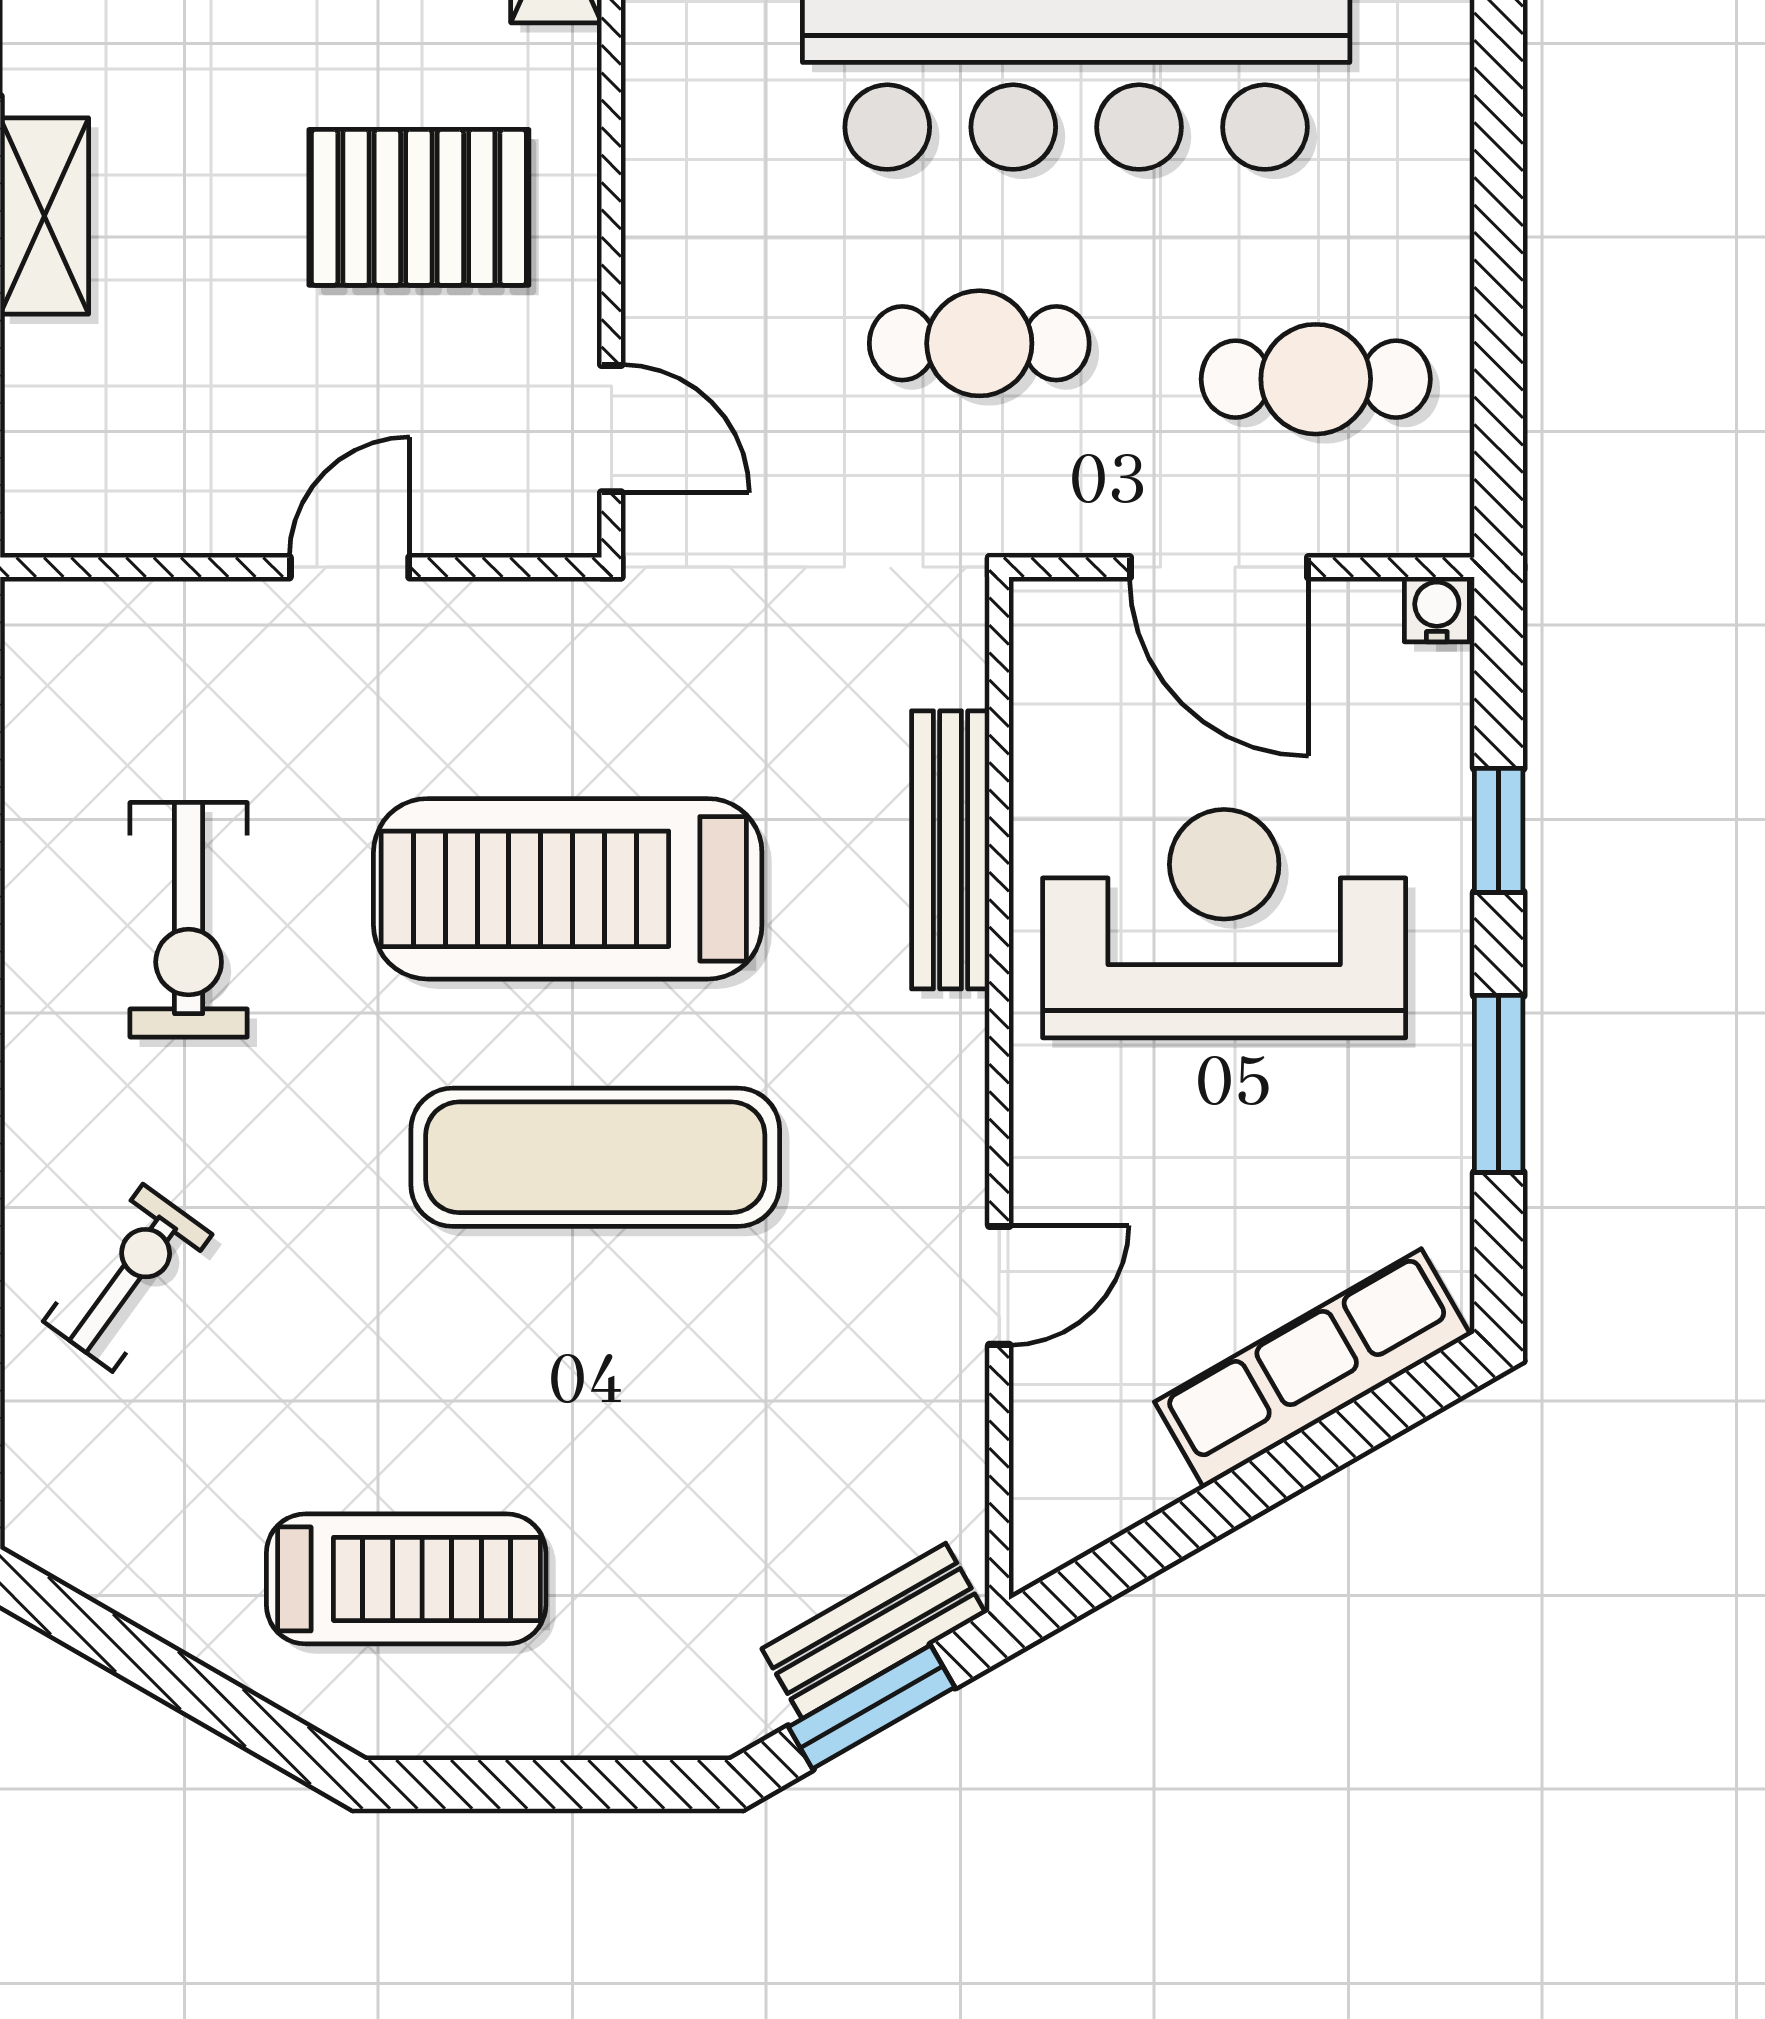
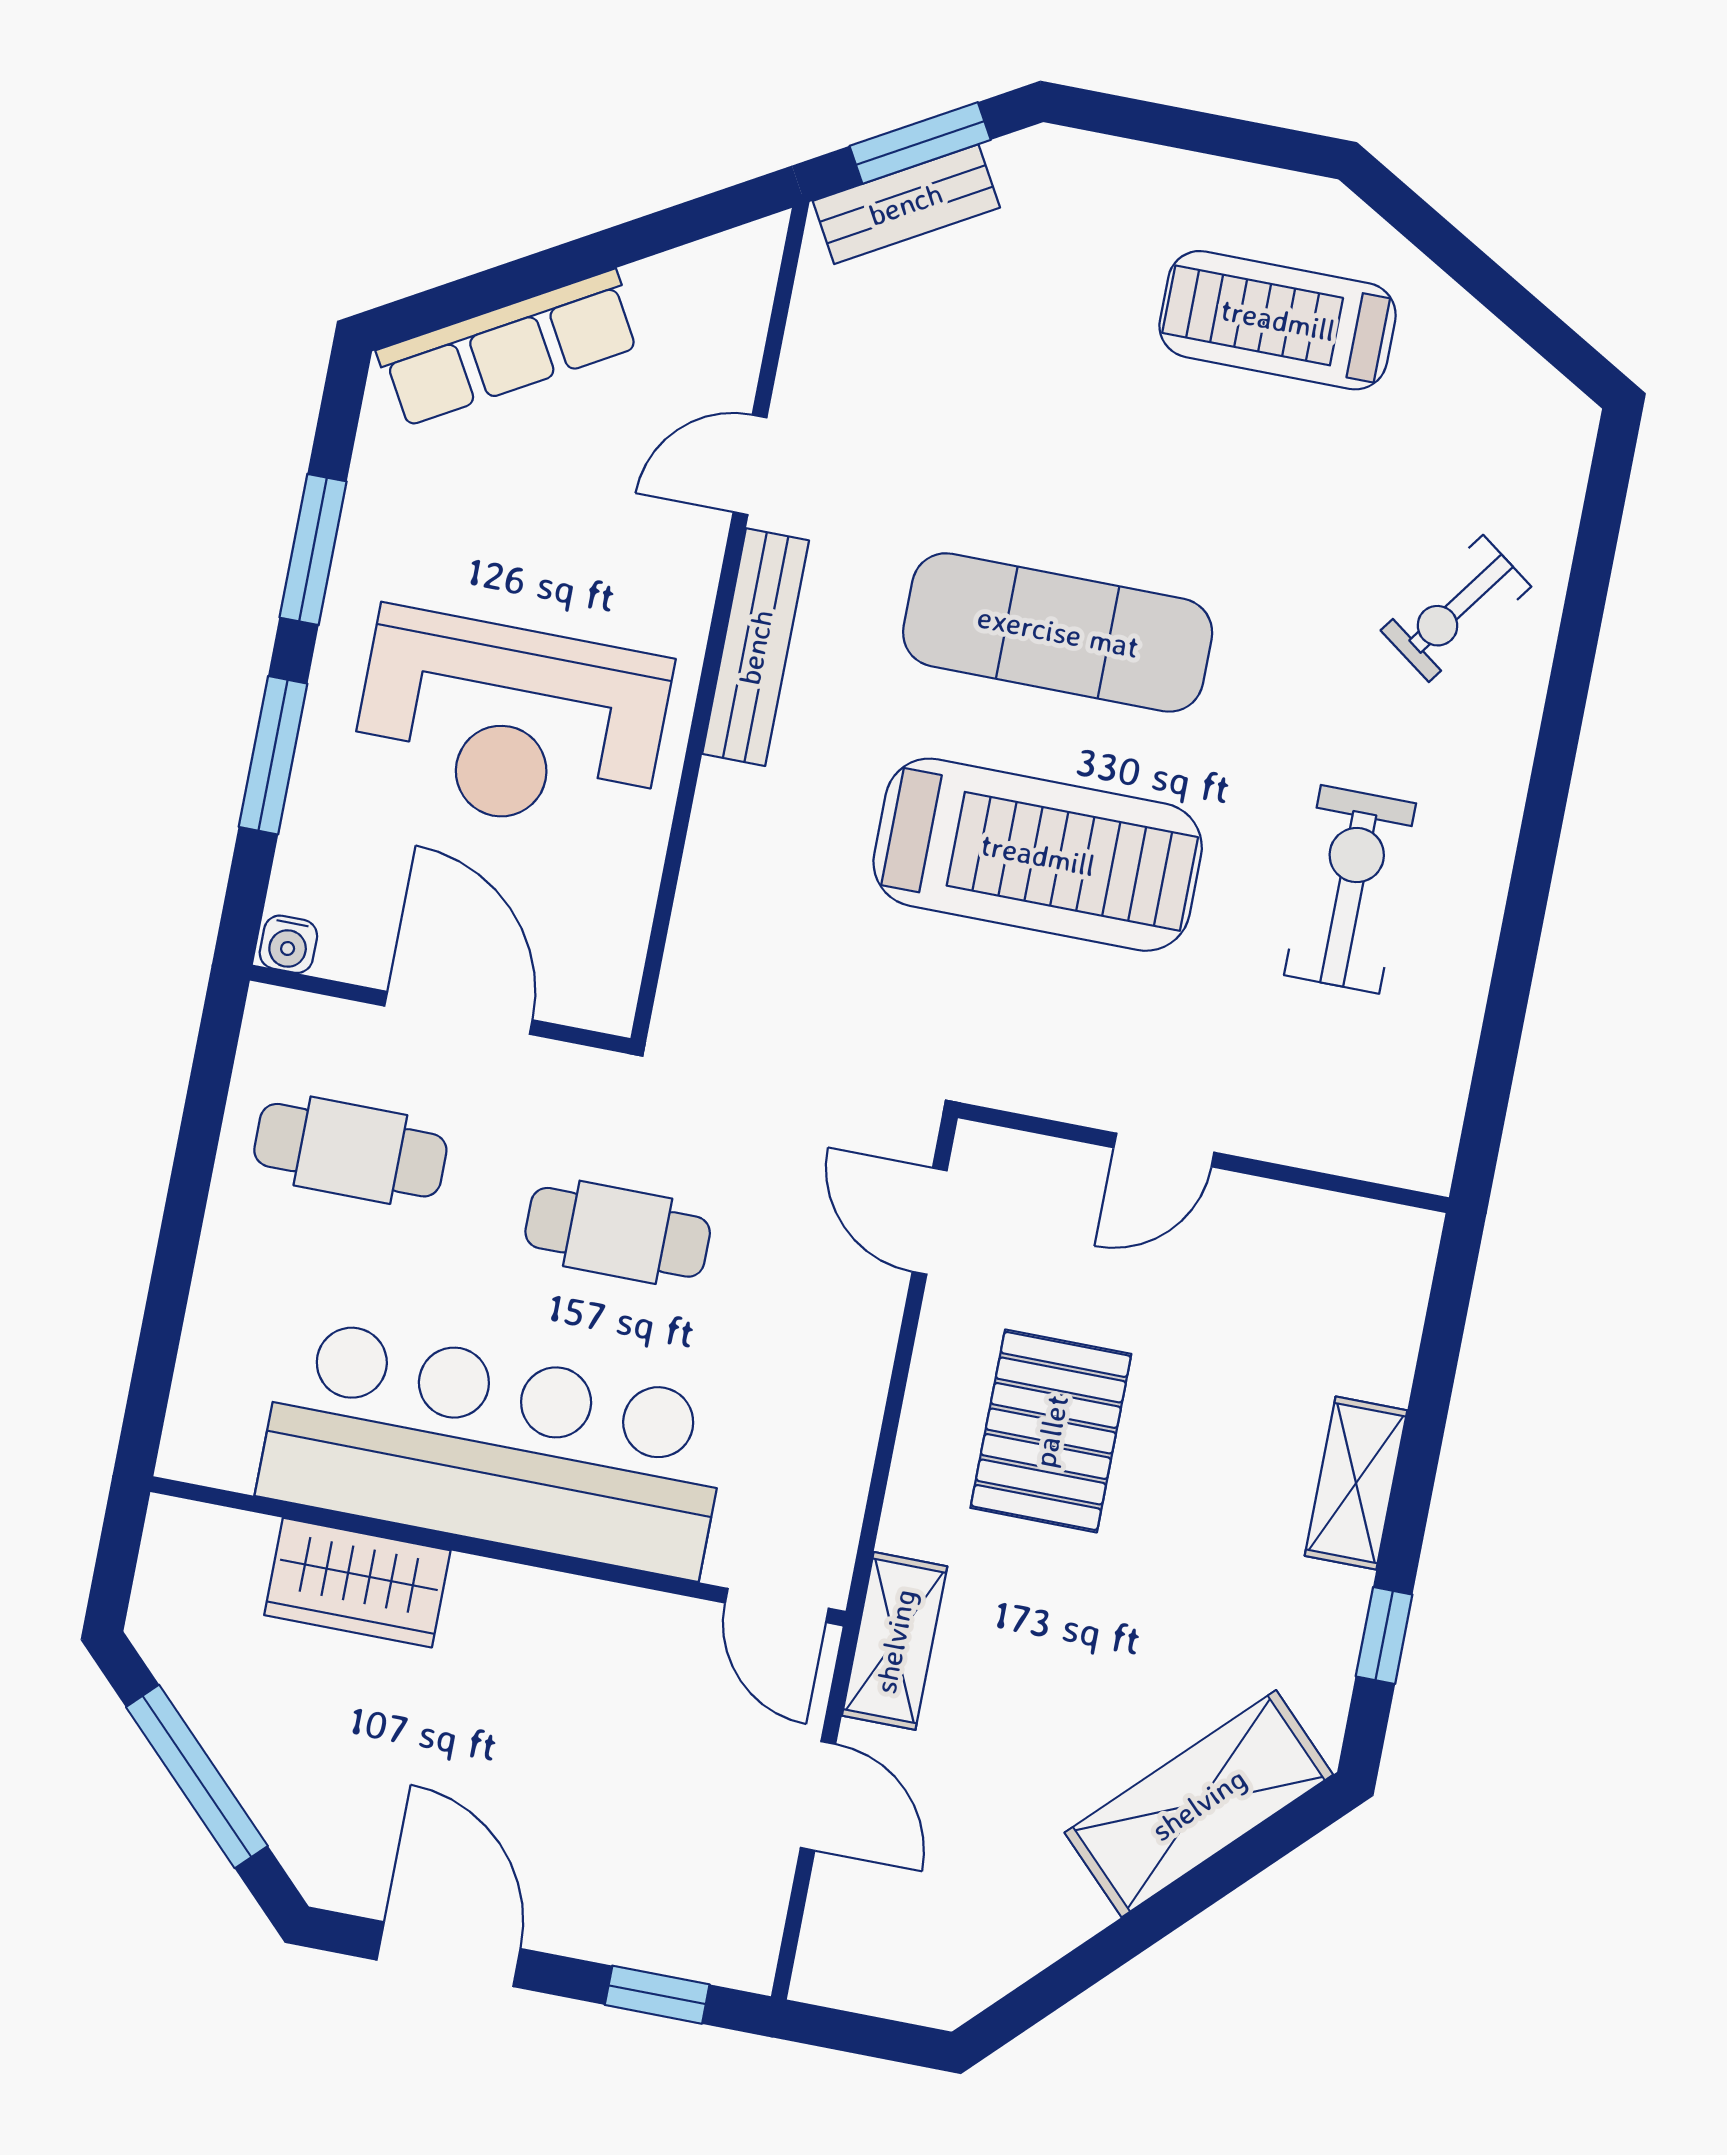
pallet: (419, 207) -> (1051, 1431), turned 90
window: (1499, 830) -> (273, 755), width x1.50
bench: (951, 850) -> (756, 647), moved

